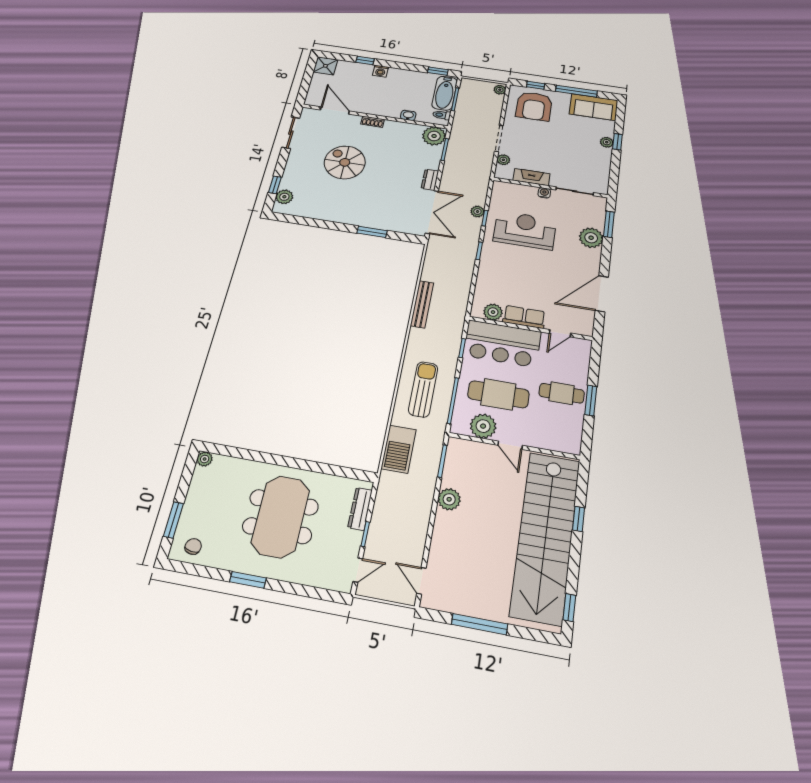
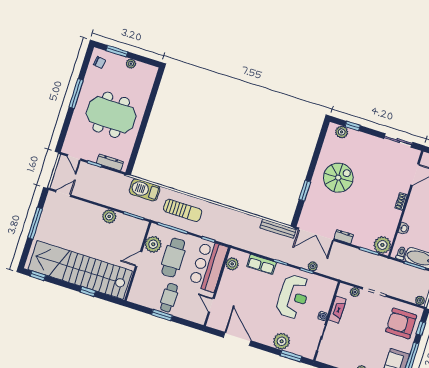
spiral stairs: (345, 162) -> (338, 178), moved
bench: (422, 304) -> (278, 229), moved
row of seats: (524, 317) -> (261, 264), moved, turned 90
plant: (205, 459) -> (131, 64), moved
window: (248, 580) -> (76, 94), width x1.44

